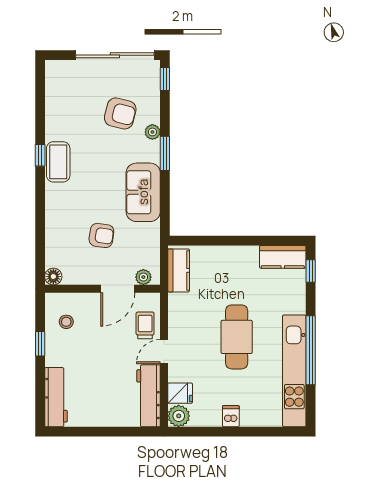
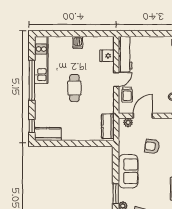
cafe table: (237, 337) -> (74, 88), width x0.73, depth x0.74
kitchen unit: (294, 371) -> (41, 60), width x0.73
plant: (179, 416) -> (108, 43), removed

